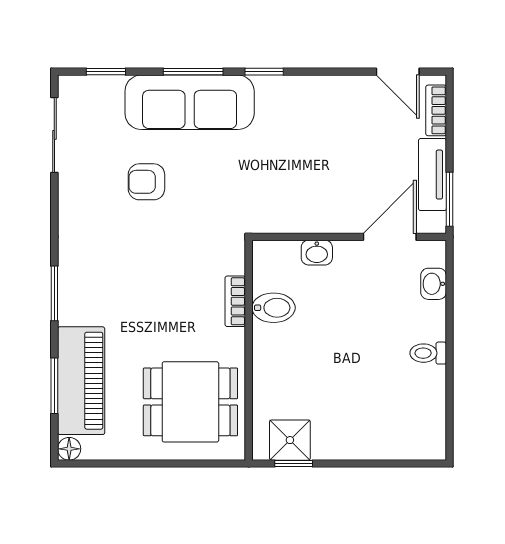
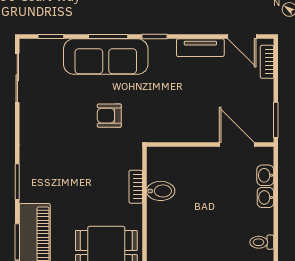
tv unit: (432, 175) -> (200, 48), moved, turned -90
armchair: (146, 182) -> (109, 116), moved
door: (390, 237) -> (237, 145), hinge flipped
washbasin: (317, 253) -> (265, 197), moved, turned 90
toilet: (428, 353) -> (262, 242), moved

